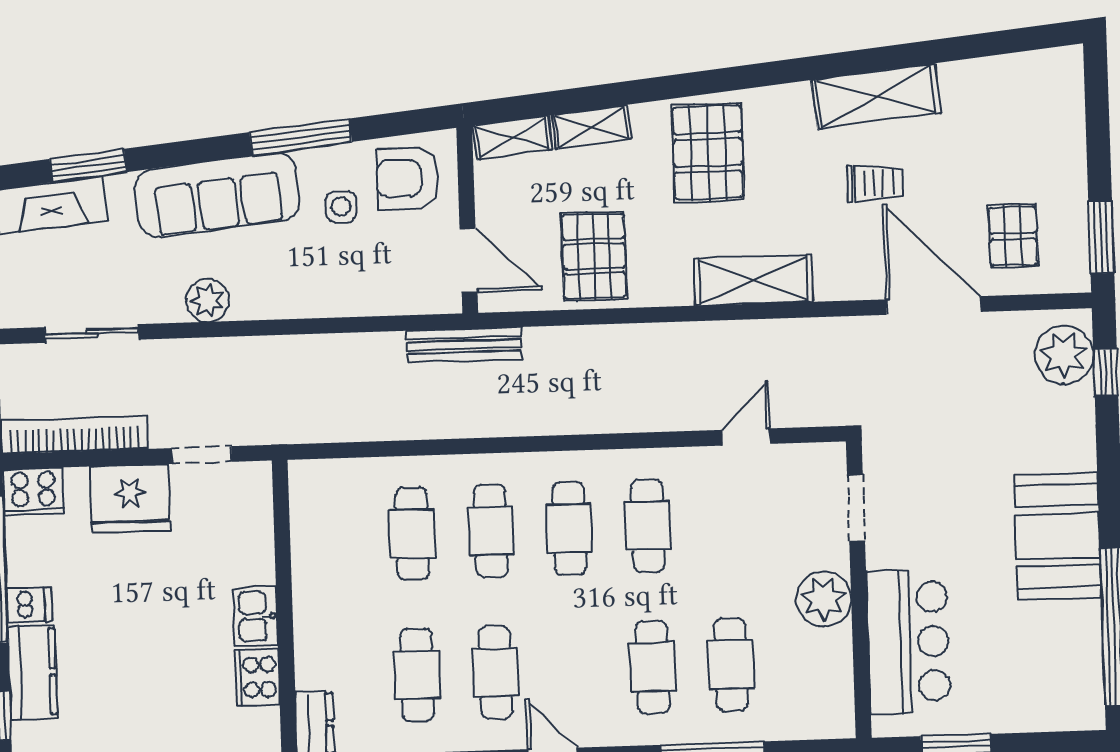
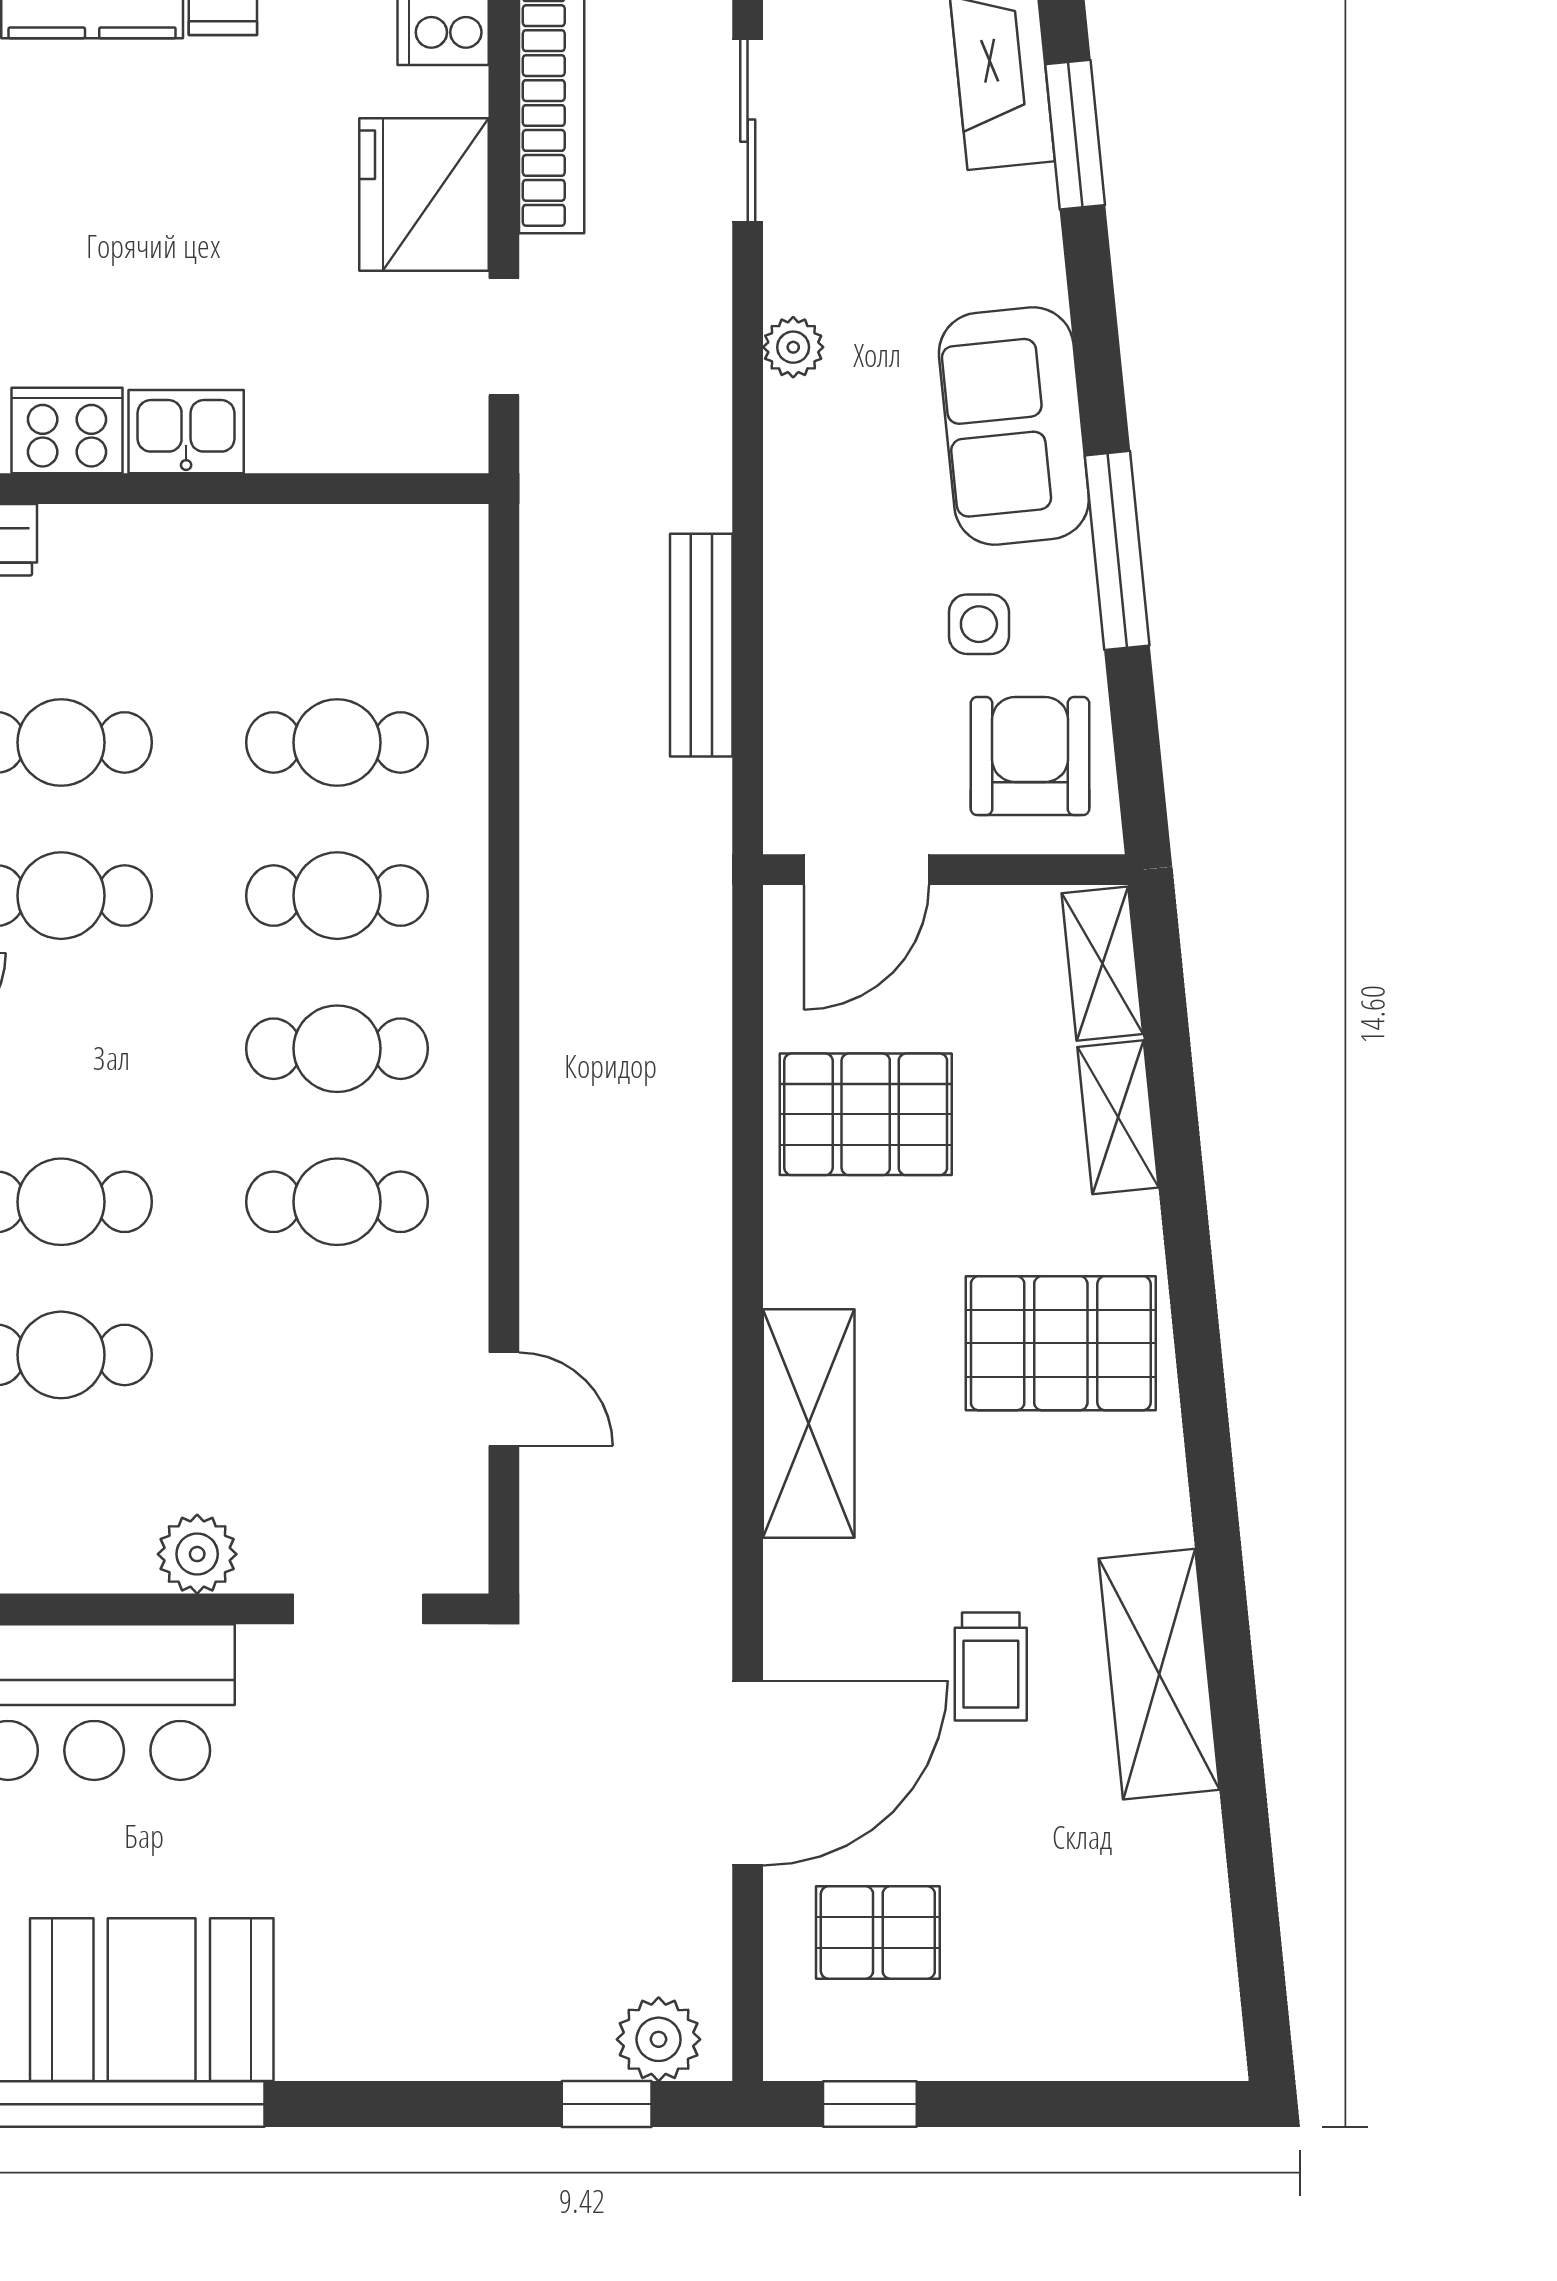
sofa: (217, 195) -> (1014, 426), width x0.73
window: (1101, 237) -> (870, 2104), width x0.67
plant: (208, 300) -> (793, 347), width x0.73, depth x0.73
bench: (464, 345) -> (701, 645), moved
plant: (1064, 355) -> (659, 2039), width x0.73, depth x0.73
booth: (1058, 536) -> (152, 2000), moved
plant: (824, 599) -> (197, 1554), width x0.73, depth x0.73

